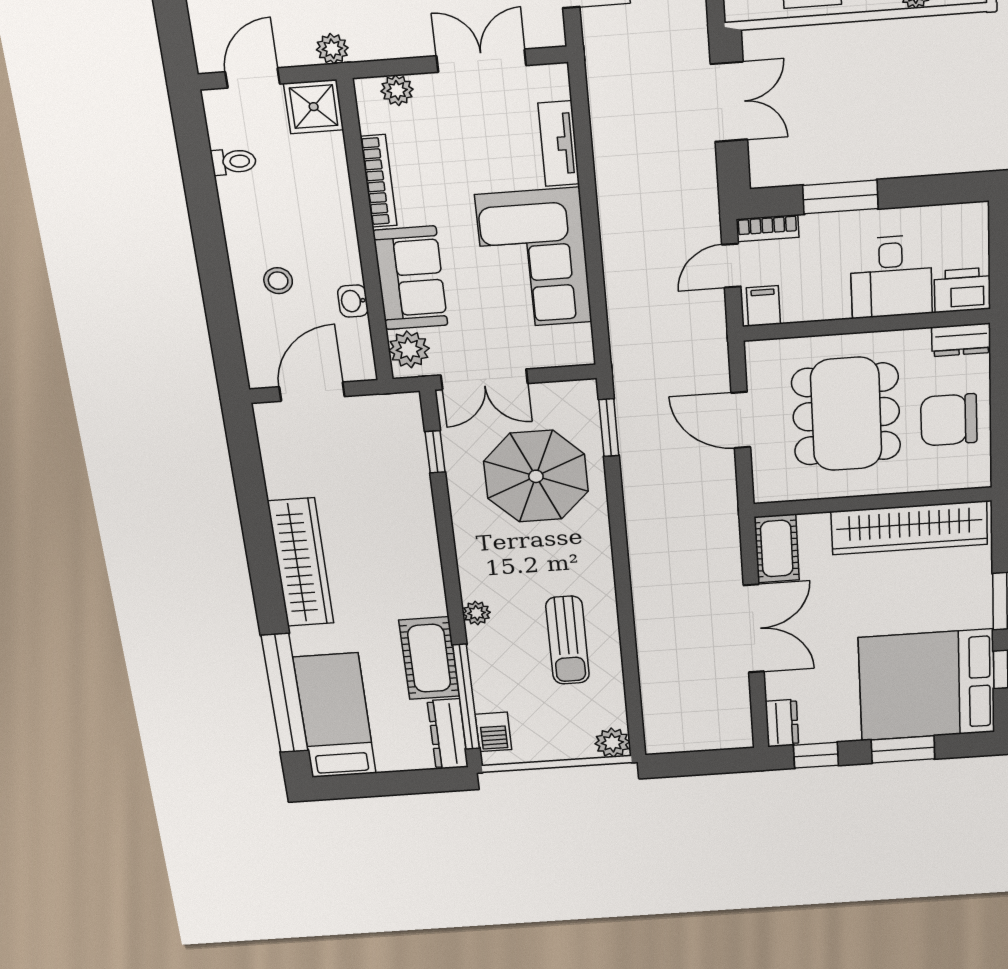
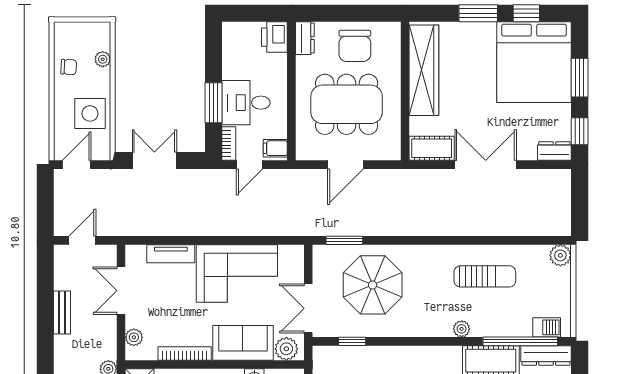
door: (731, 266) -> (250, 165), hinge flipped
desk: (891, 277) -> (246, 103), moved, turned 180
double door: (484, 379) -> (308, 308), swing flipped

